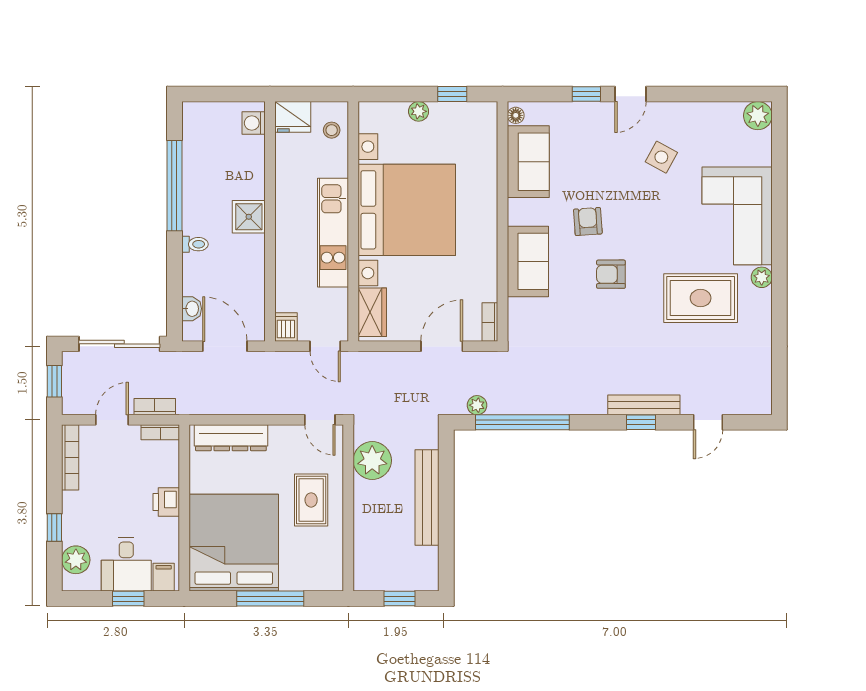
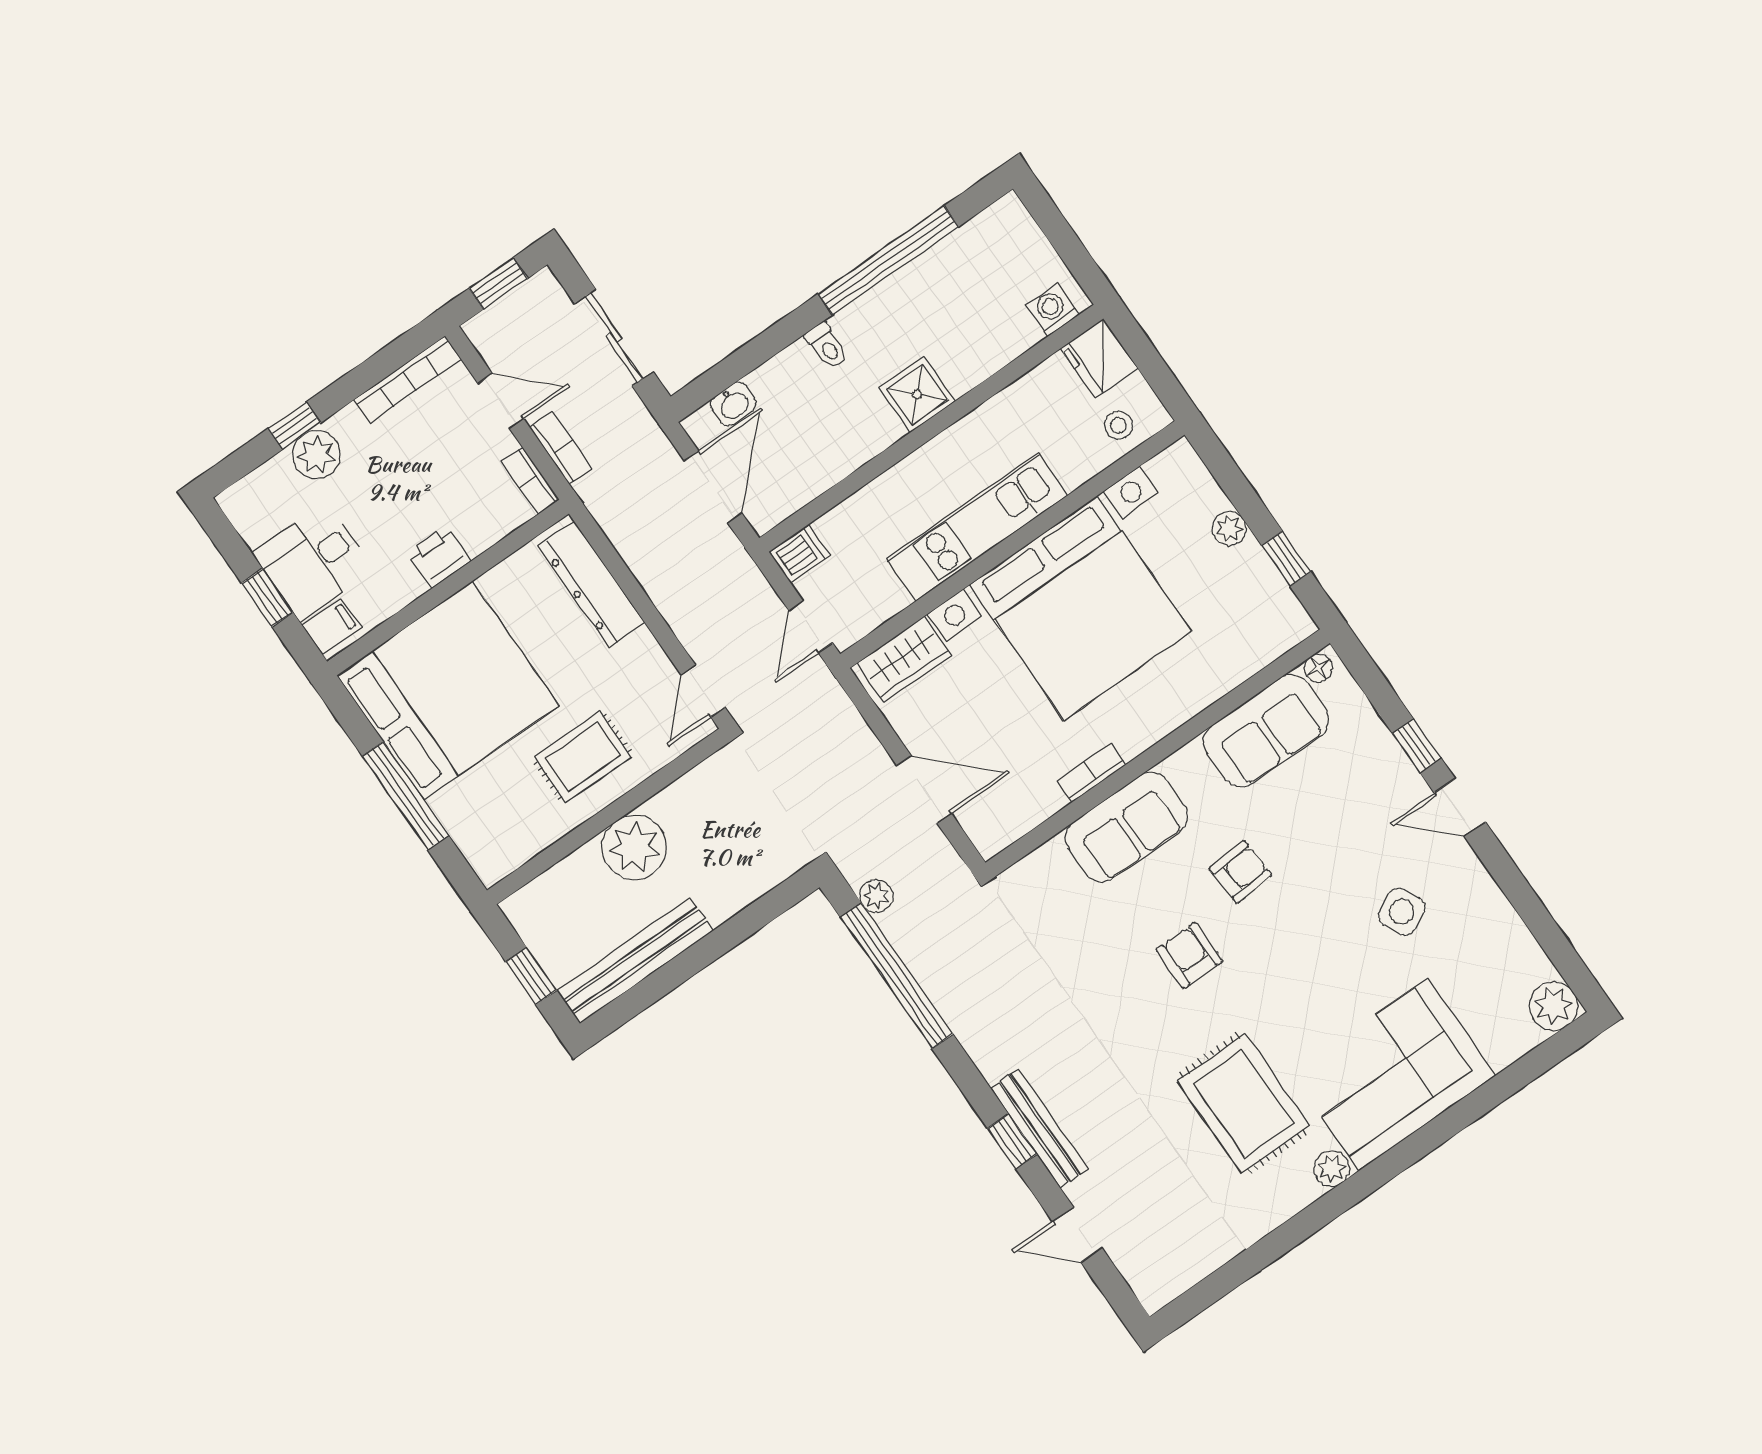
side table: (661, 157) -> (1402, 912), turned 33
bookcase: (490, 322) -> (1091, 773), moved
sliding door: (119, 344) -> (614, 337), width x0.73
plant: (372, 460) -> (634, 847), moved
bench: (427, 497) -> (635, 961), moved
plant: (76, 560) -> (316, 455), moved

